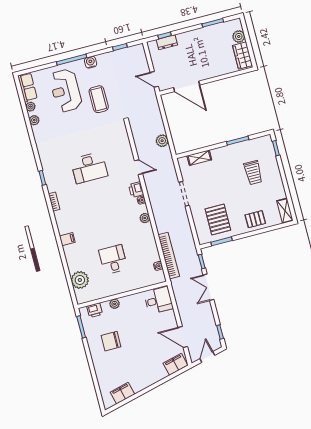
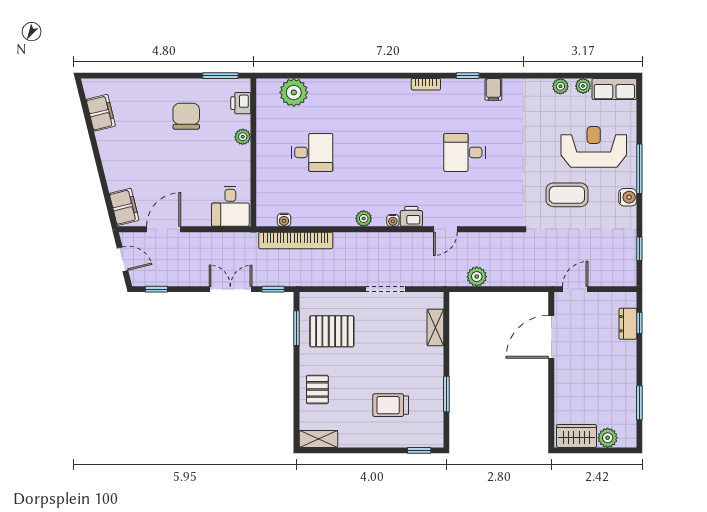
desk: (89, 168) -> (464, 152), width x0.73
filing cabinet: (67, 239) -> (493, 89), moved

